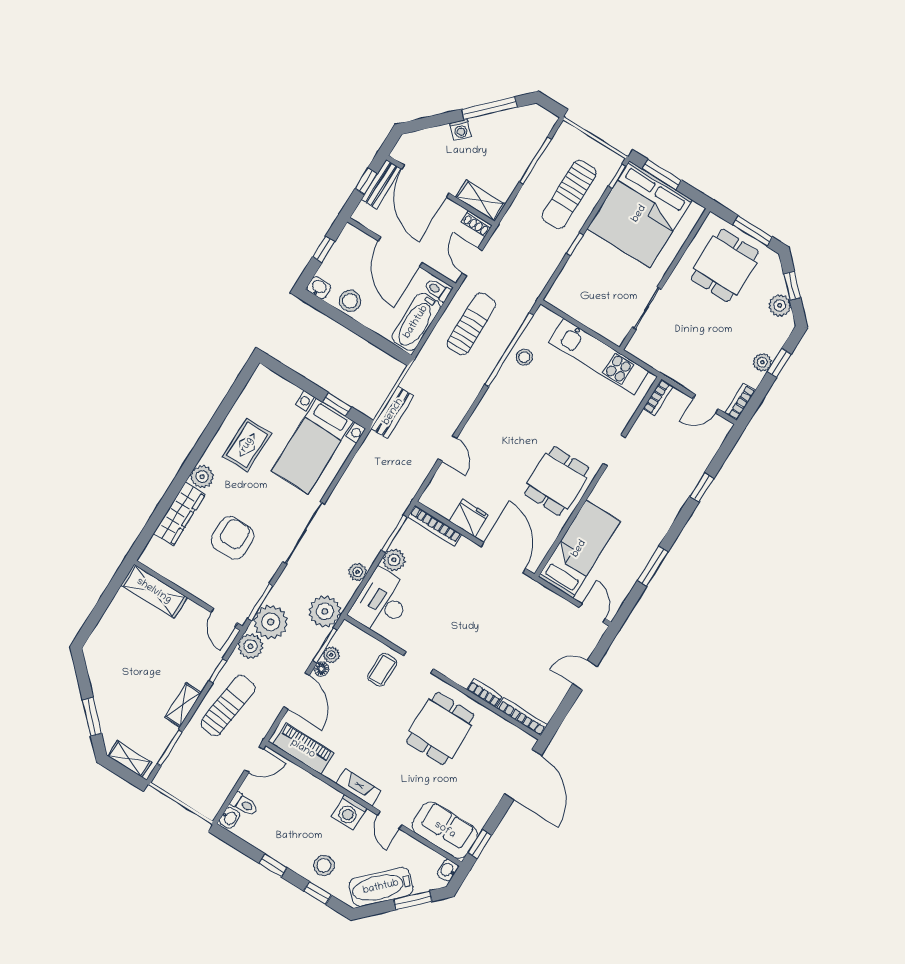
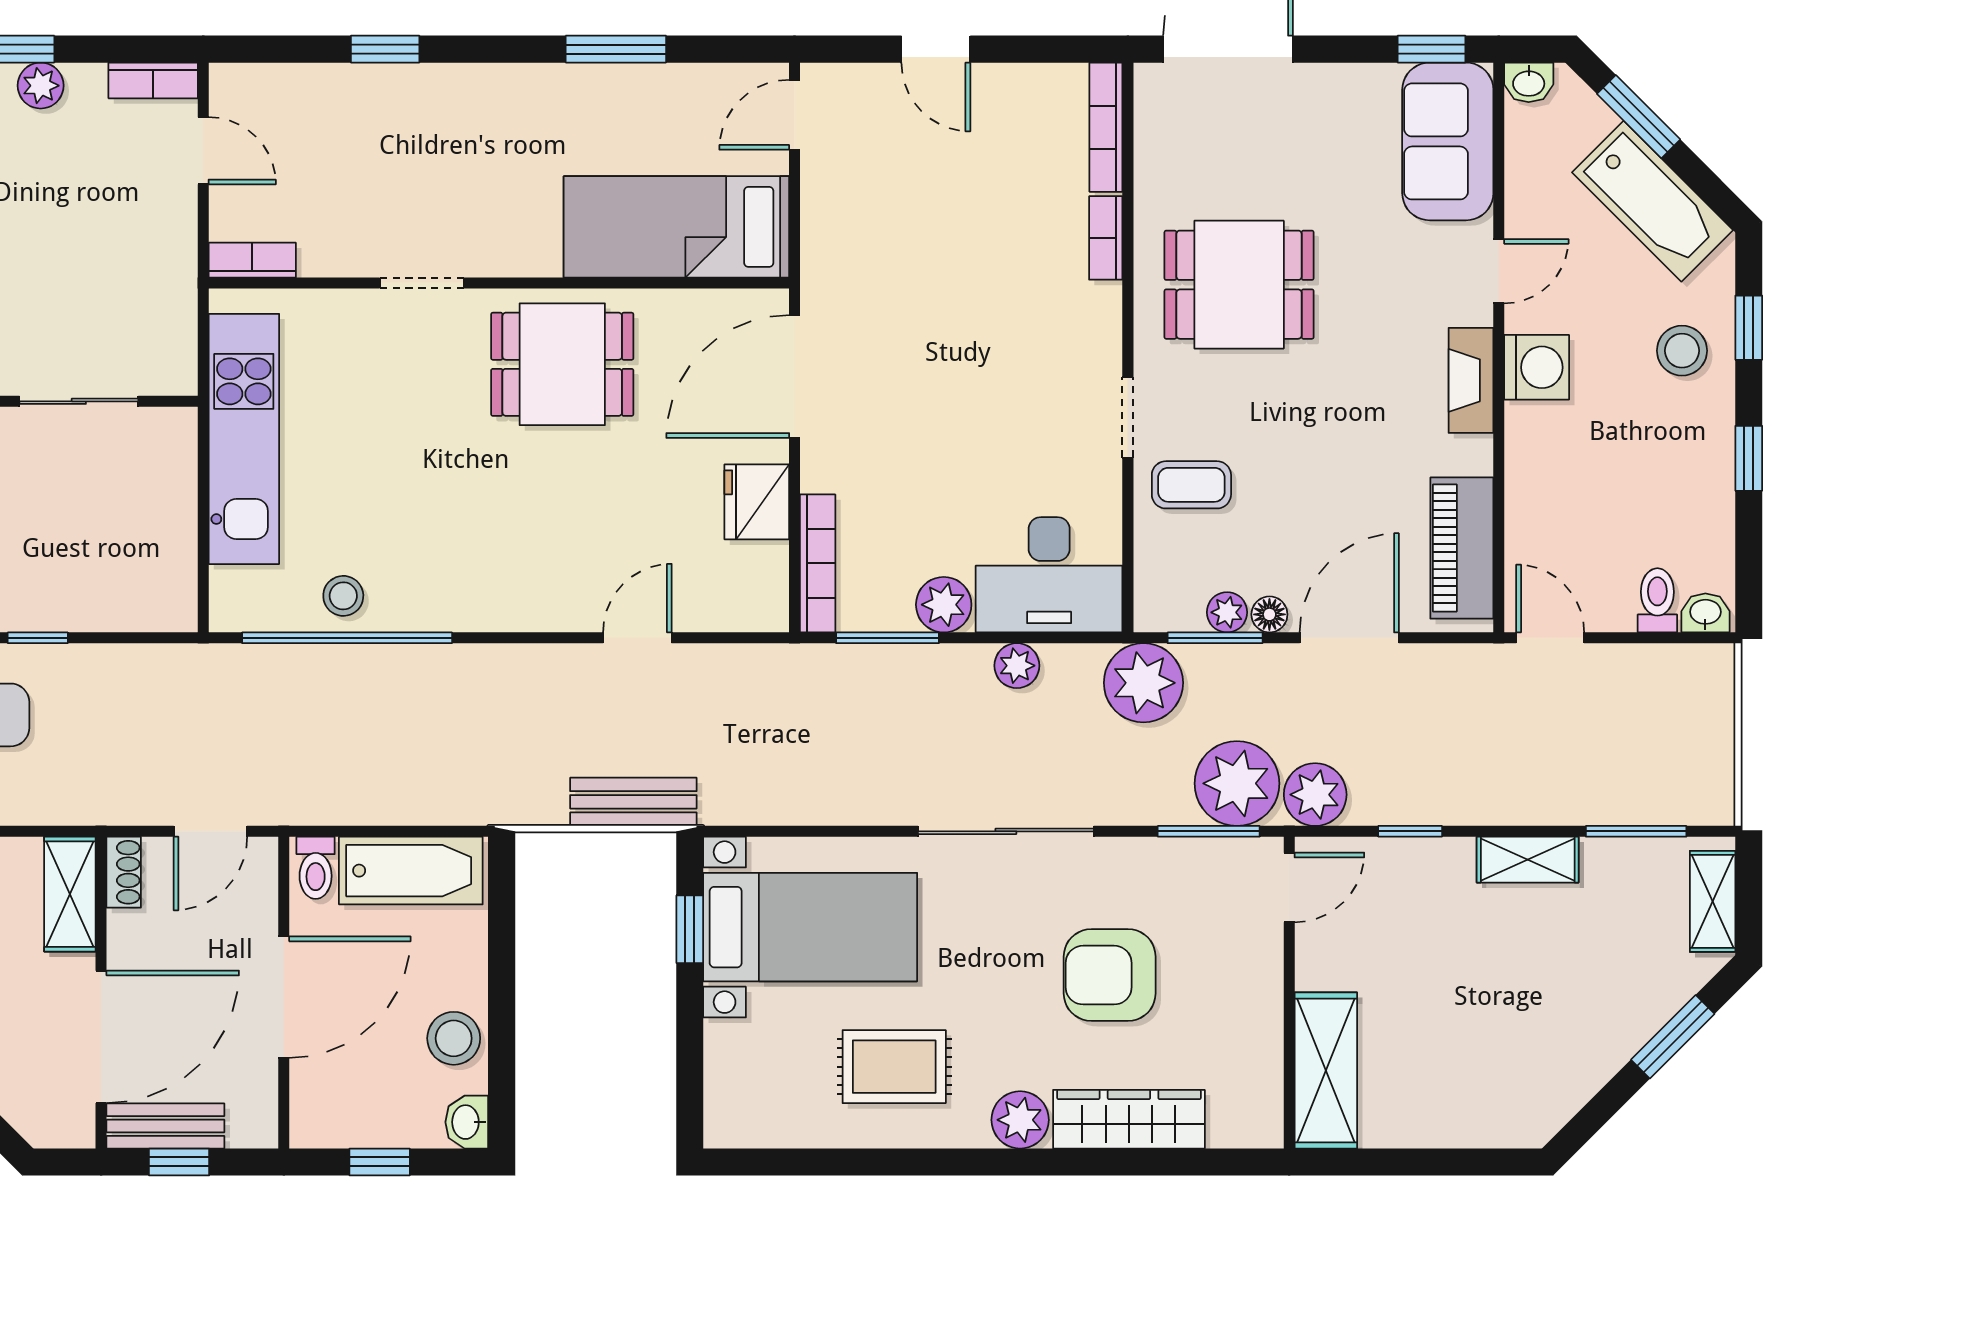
sun lounger: (471, 324) -> (343, 752), removed
sun lounger: (228, 706) -> (1470, 764), removed

